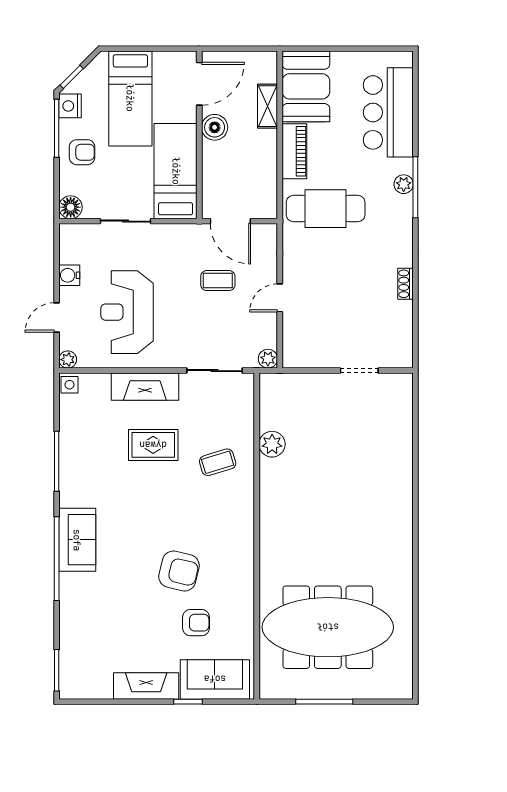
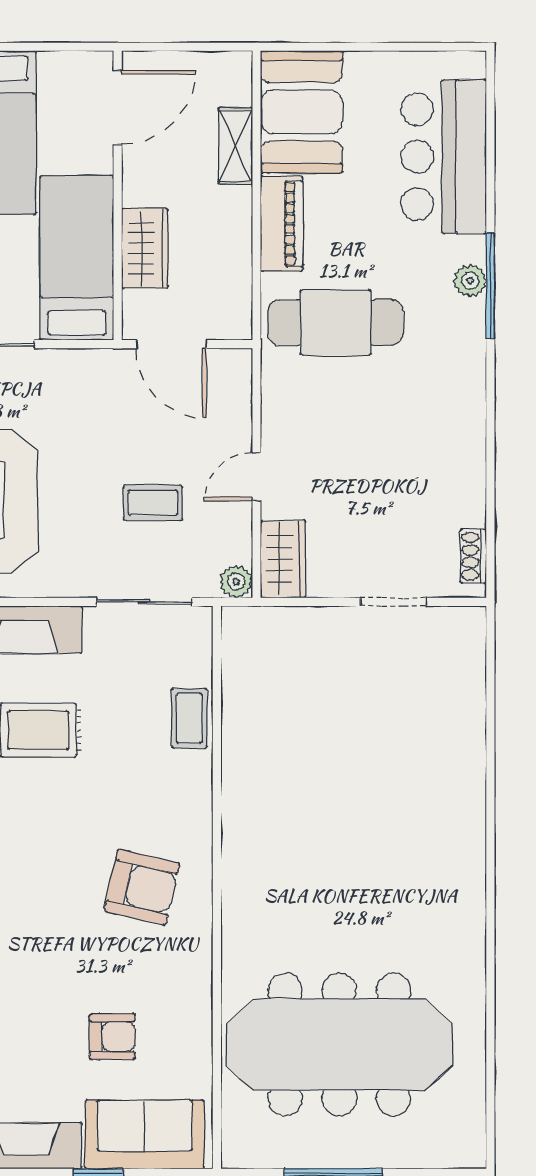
boiler: (215, 127) -> (144, 182), removed
wardrobe: (215, 165) -> (145, 248), added
coffee table: (218, 281) -> (153, 503), moved
shoe rack: (406, 284) -> (473, 556), moved
wardrobe: (295, 346) -> (283, 559), added
plant: (272, 444) -> (243, 729), removed
coffee table: (218, 462) -> (189, 718), moved, turned -73
armchair: (179, 571) -> (142, 887), moved

